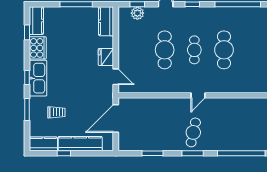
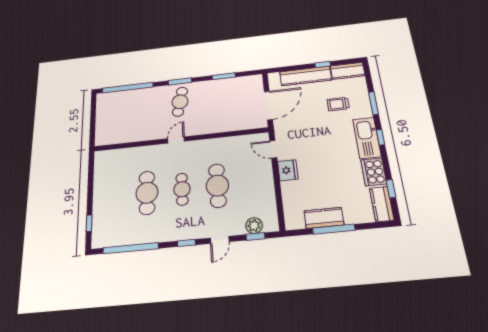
kitchen counter: (106, 21) -> (324, 218), moved, turned -90

